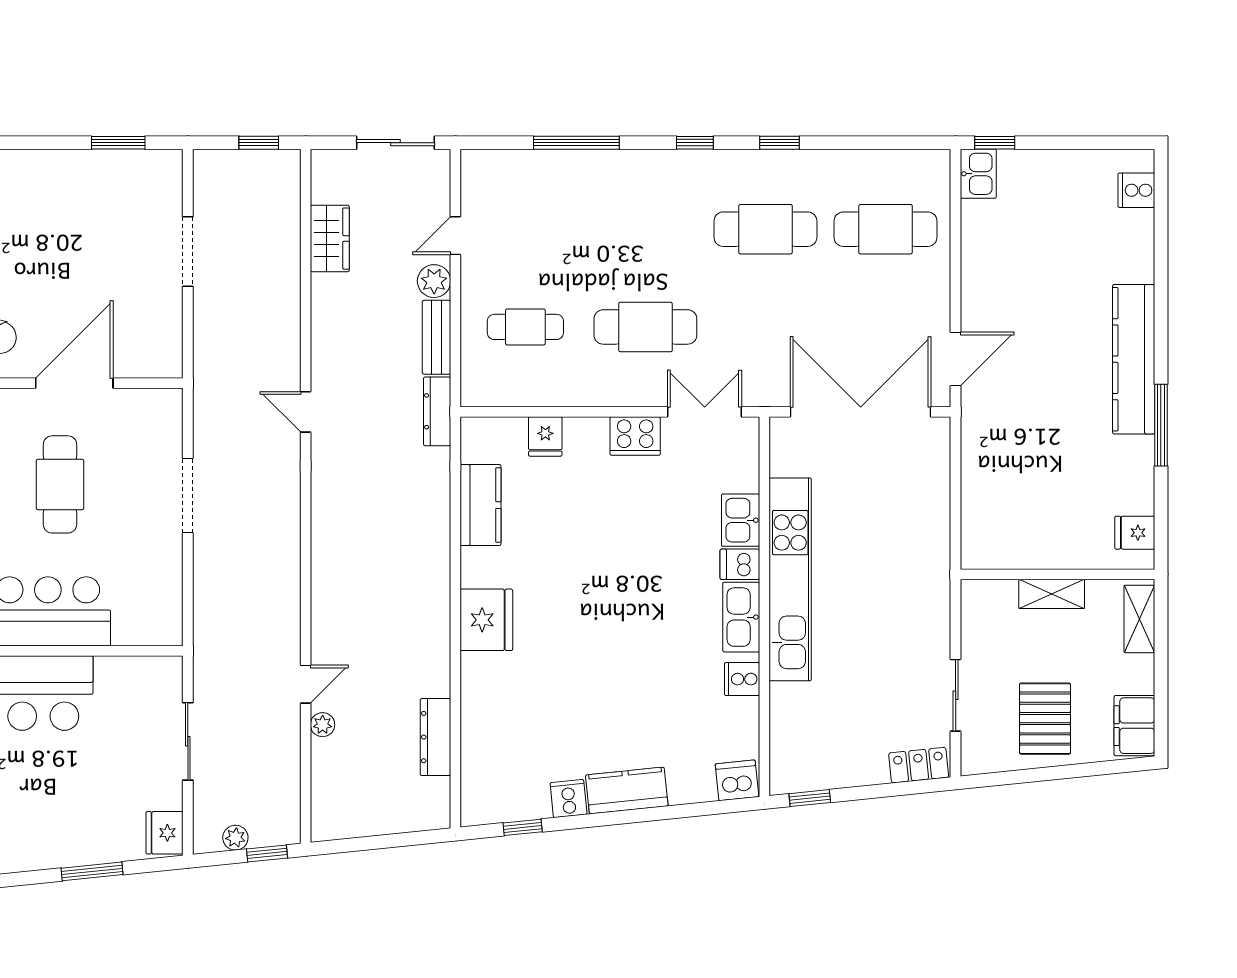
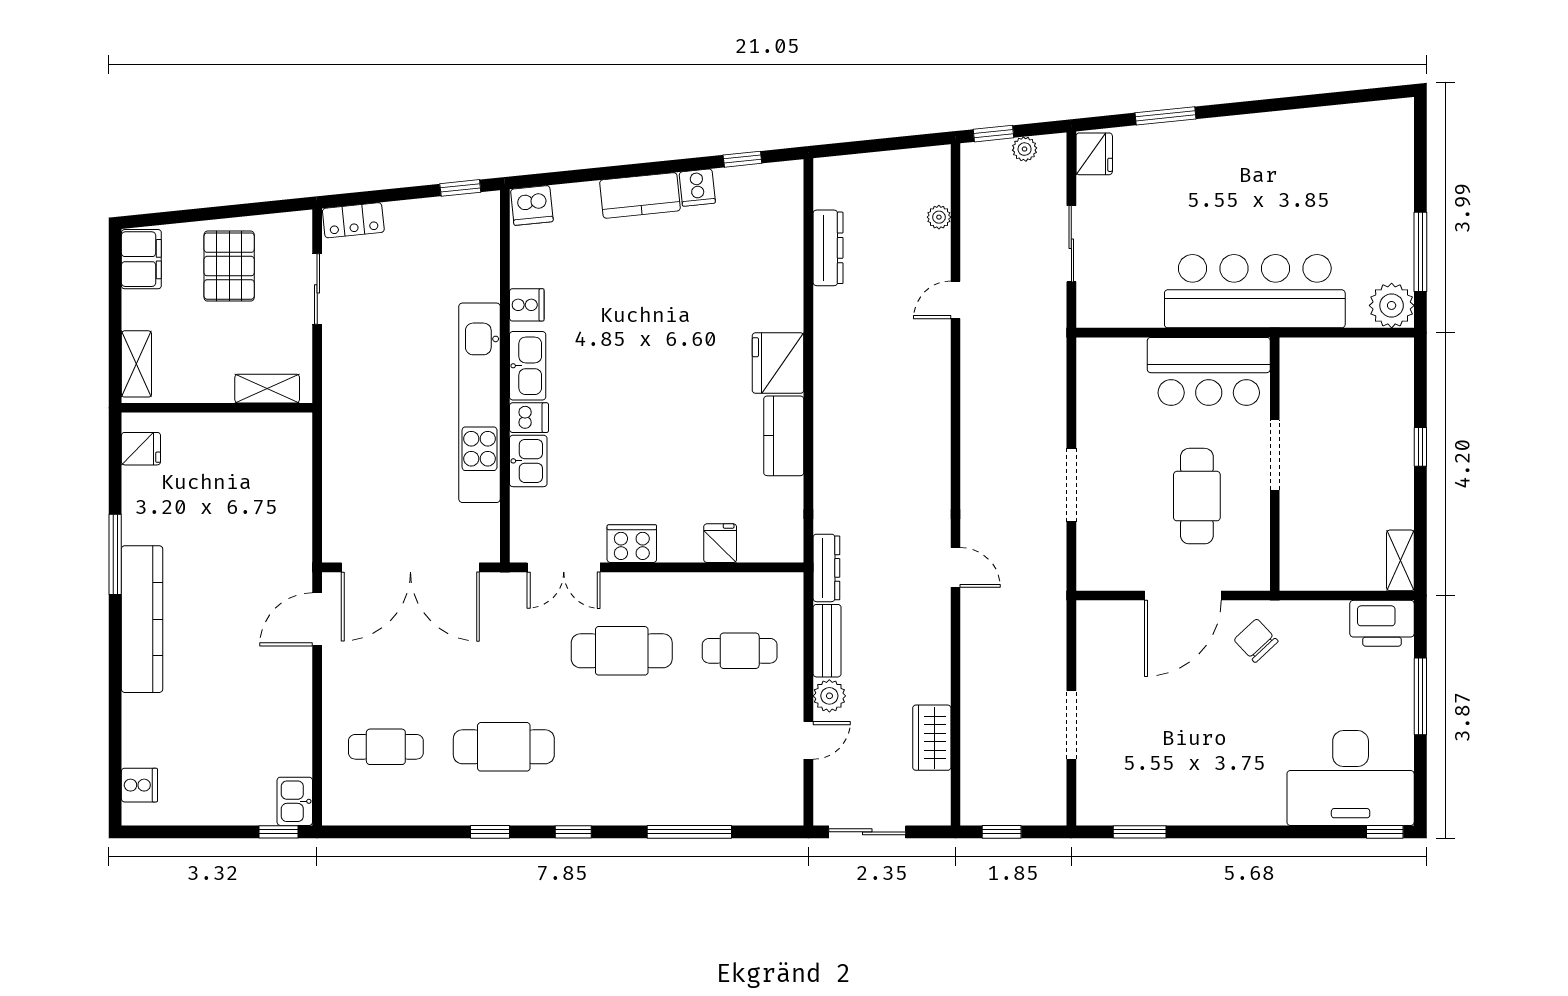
cafe table: (886, 229) -> (386, 747), width x0.73, depth x0.74
kitchen counter: (480, 505) -> (784, 436), moved
shelving: (1052, 594) -> (267, 389), moved
plant: (323, 725) -> (939, 217), moved

